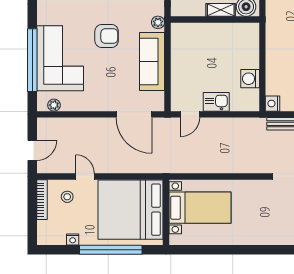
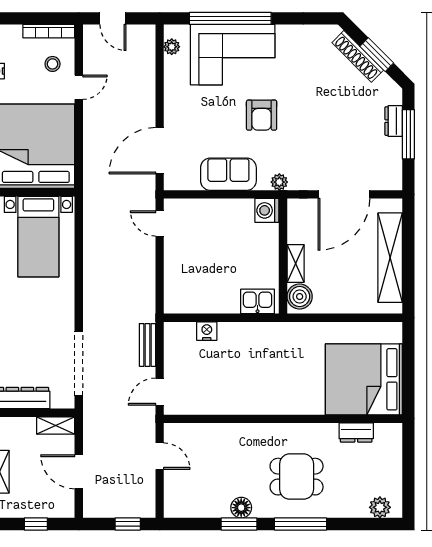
sofa: (152, 61) -> (228, 174), width x0.73
washing machine: (250, 79) -> (267, 210), moved, turned -90
kitchen sink: (216, 102) -> (258, 301), moved, turned -90
nightstand: (273, 104) -> (207, 331), moved

